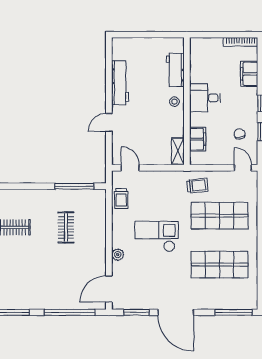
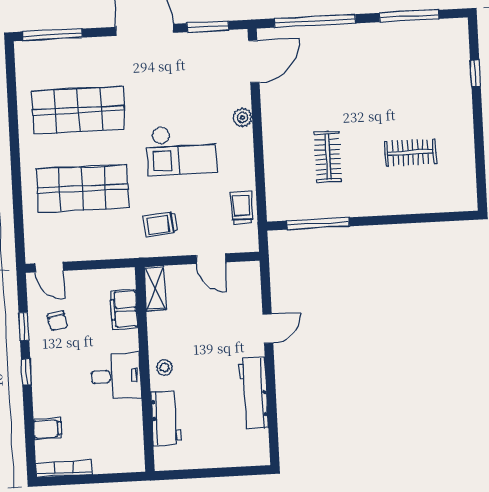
filing cabinet: (249, 74) -> (48, 429), width x0.50
door: (130, 168) -> (211, 259), moved
trolley: (197, 186) -> (160, 224), moved

